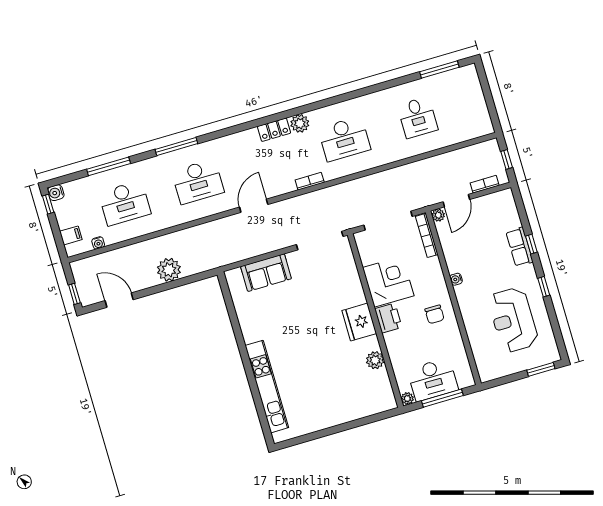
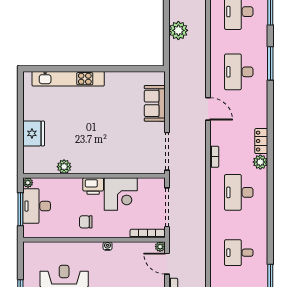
fridge: (359, 322) -> (34, 133), moved, turned 90

